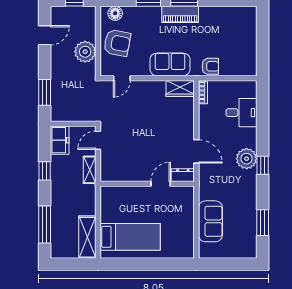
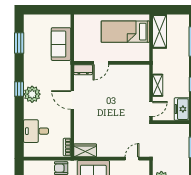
dresser: (183, 175) -> (83, 70), moved
wall: (147, 184) -> (112, 63), moved
door: (161, 184) -> (101, 63), moved

